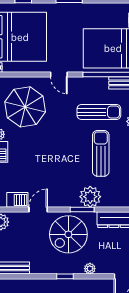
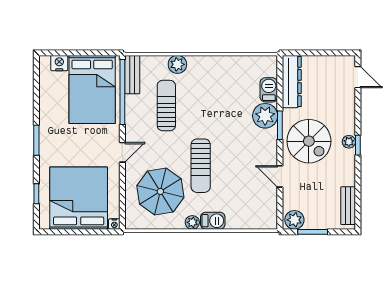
sun lounger: (101, 153) -> (201, 166), moved, turned -90
barbecue: (17, 200) -> (269, 90), moved
plant: (90, 269) -> (349, 142), moved

